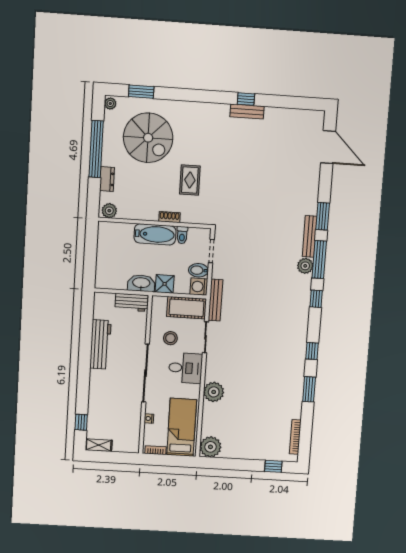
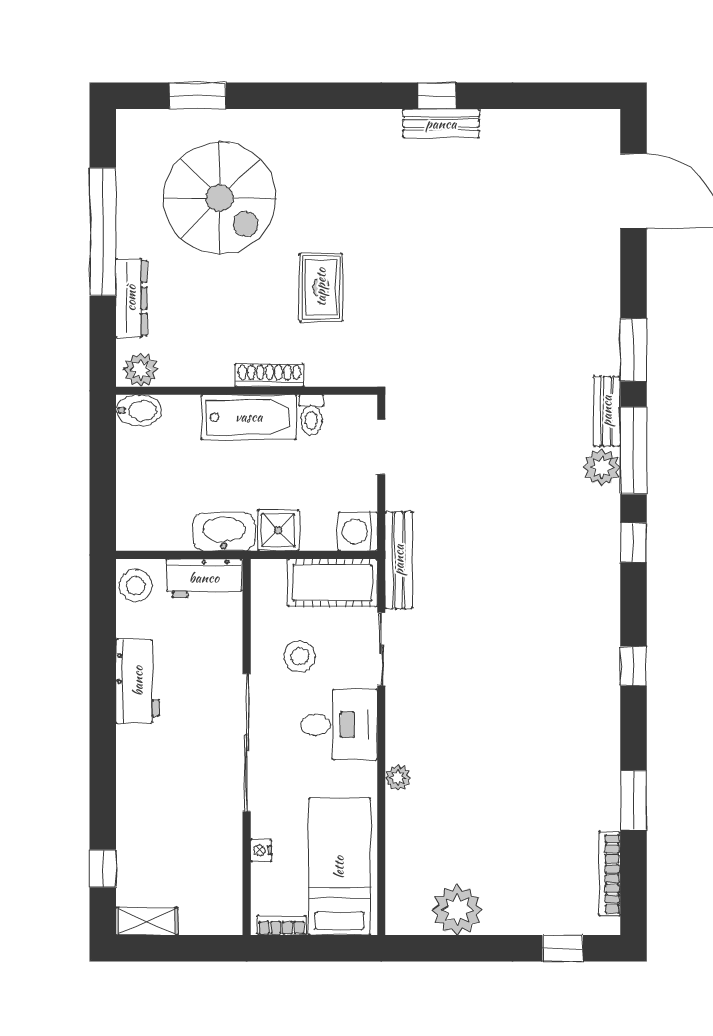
plant: (110, 104) -> (129, 127), removed
dresser: (107, 179) -> (131, 298), width x1.44
shoe rack: (170, 217) -> (269, 375), width x1.43
bench: (310, 236) -> (607, 411), width x0.73
bidet: (198, 270) -> (139, 410), moved, turned 180
stool: (102, 304) -> (136, 586), added
workbench: (100, 344) -> (138, 681), width x0.73
window: (309, 389) -> (633, 800), moved
plant: (214, 392) -> (398, 778), width x0.53, depth x0.53
plant: (210, 447) -> (457, 910), moved

